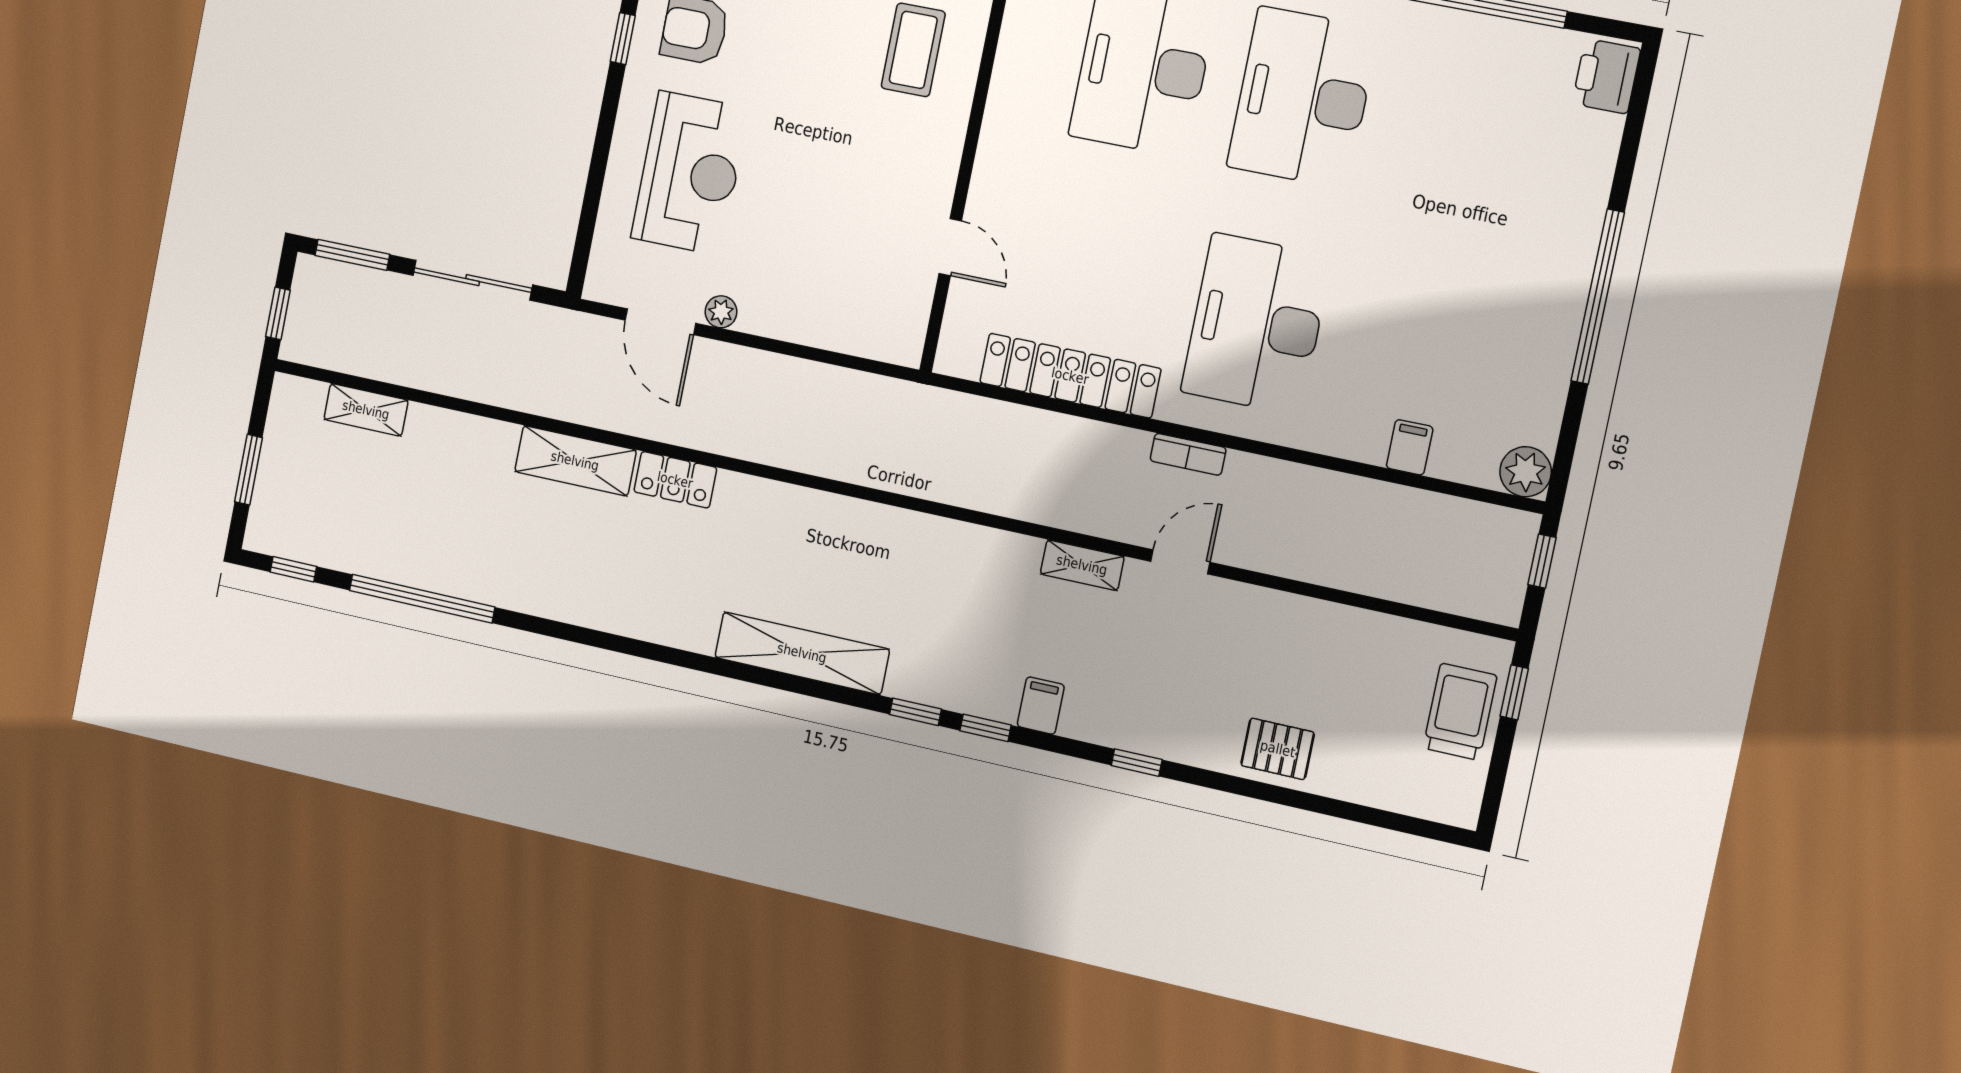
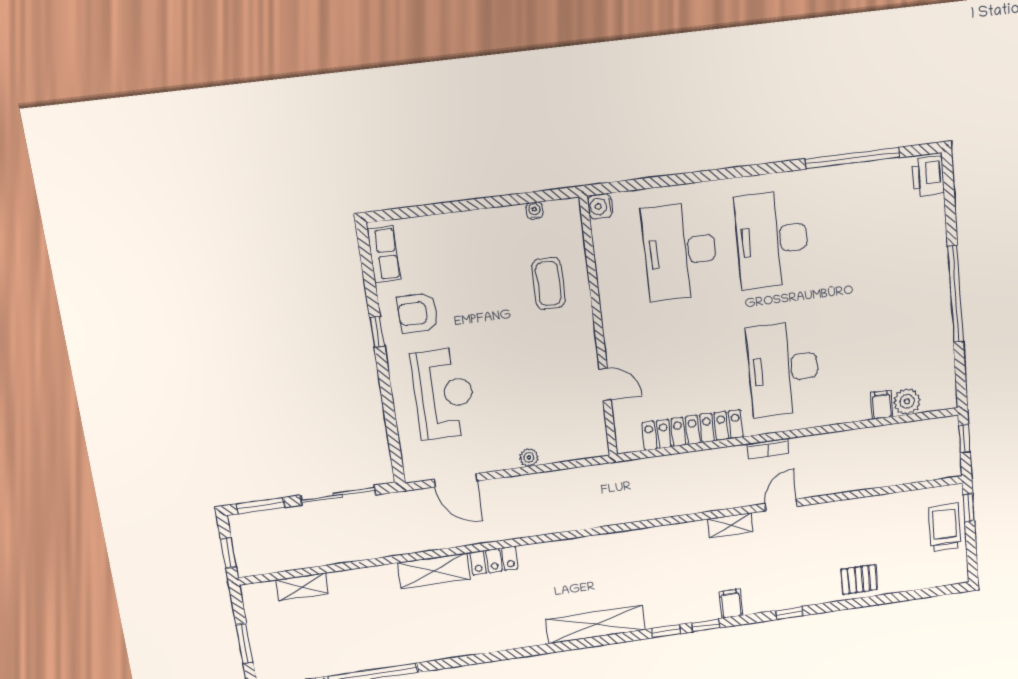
plant: (721, 312) -> (529, 457), moved
plant: (1526, 472) -> (907, 401), moved

